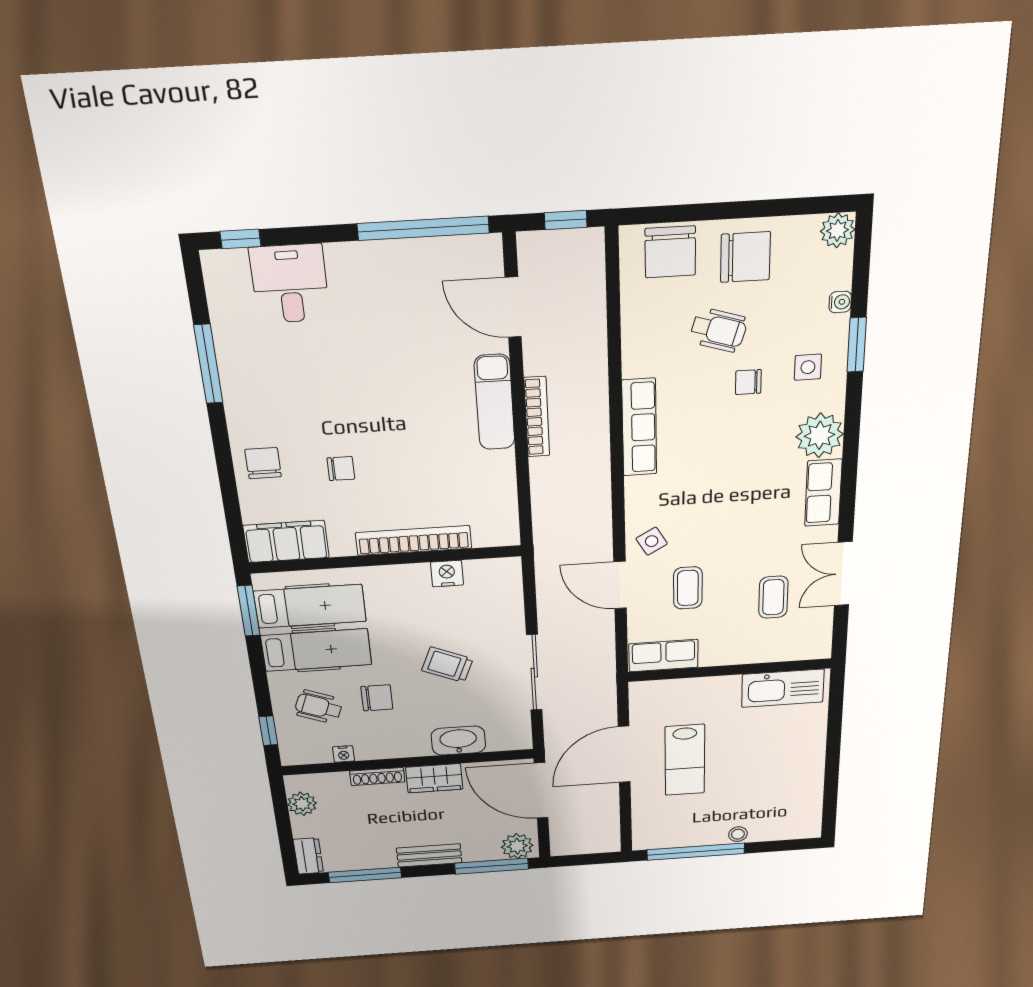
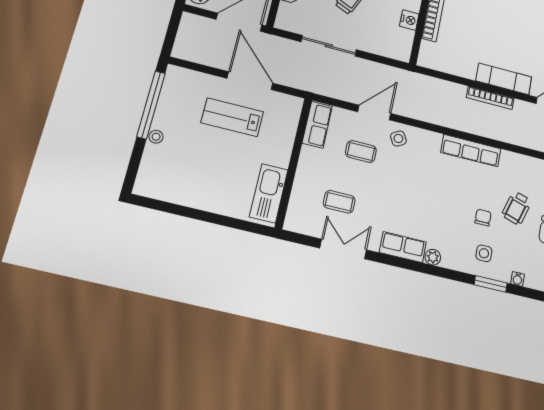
plant: (820, 435) -> (433, 257), width x0.53, depth x0.53

